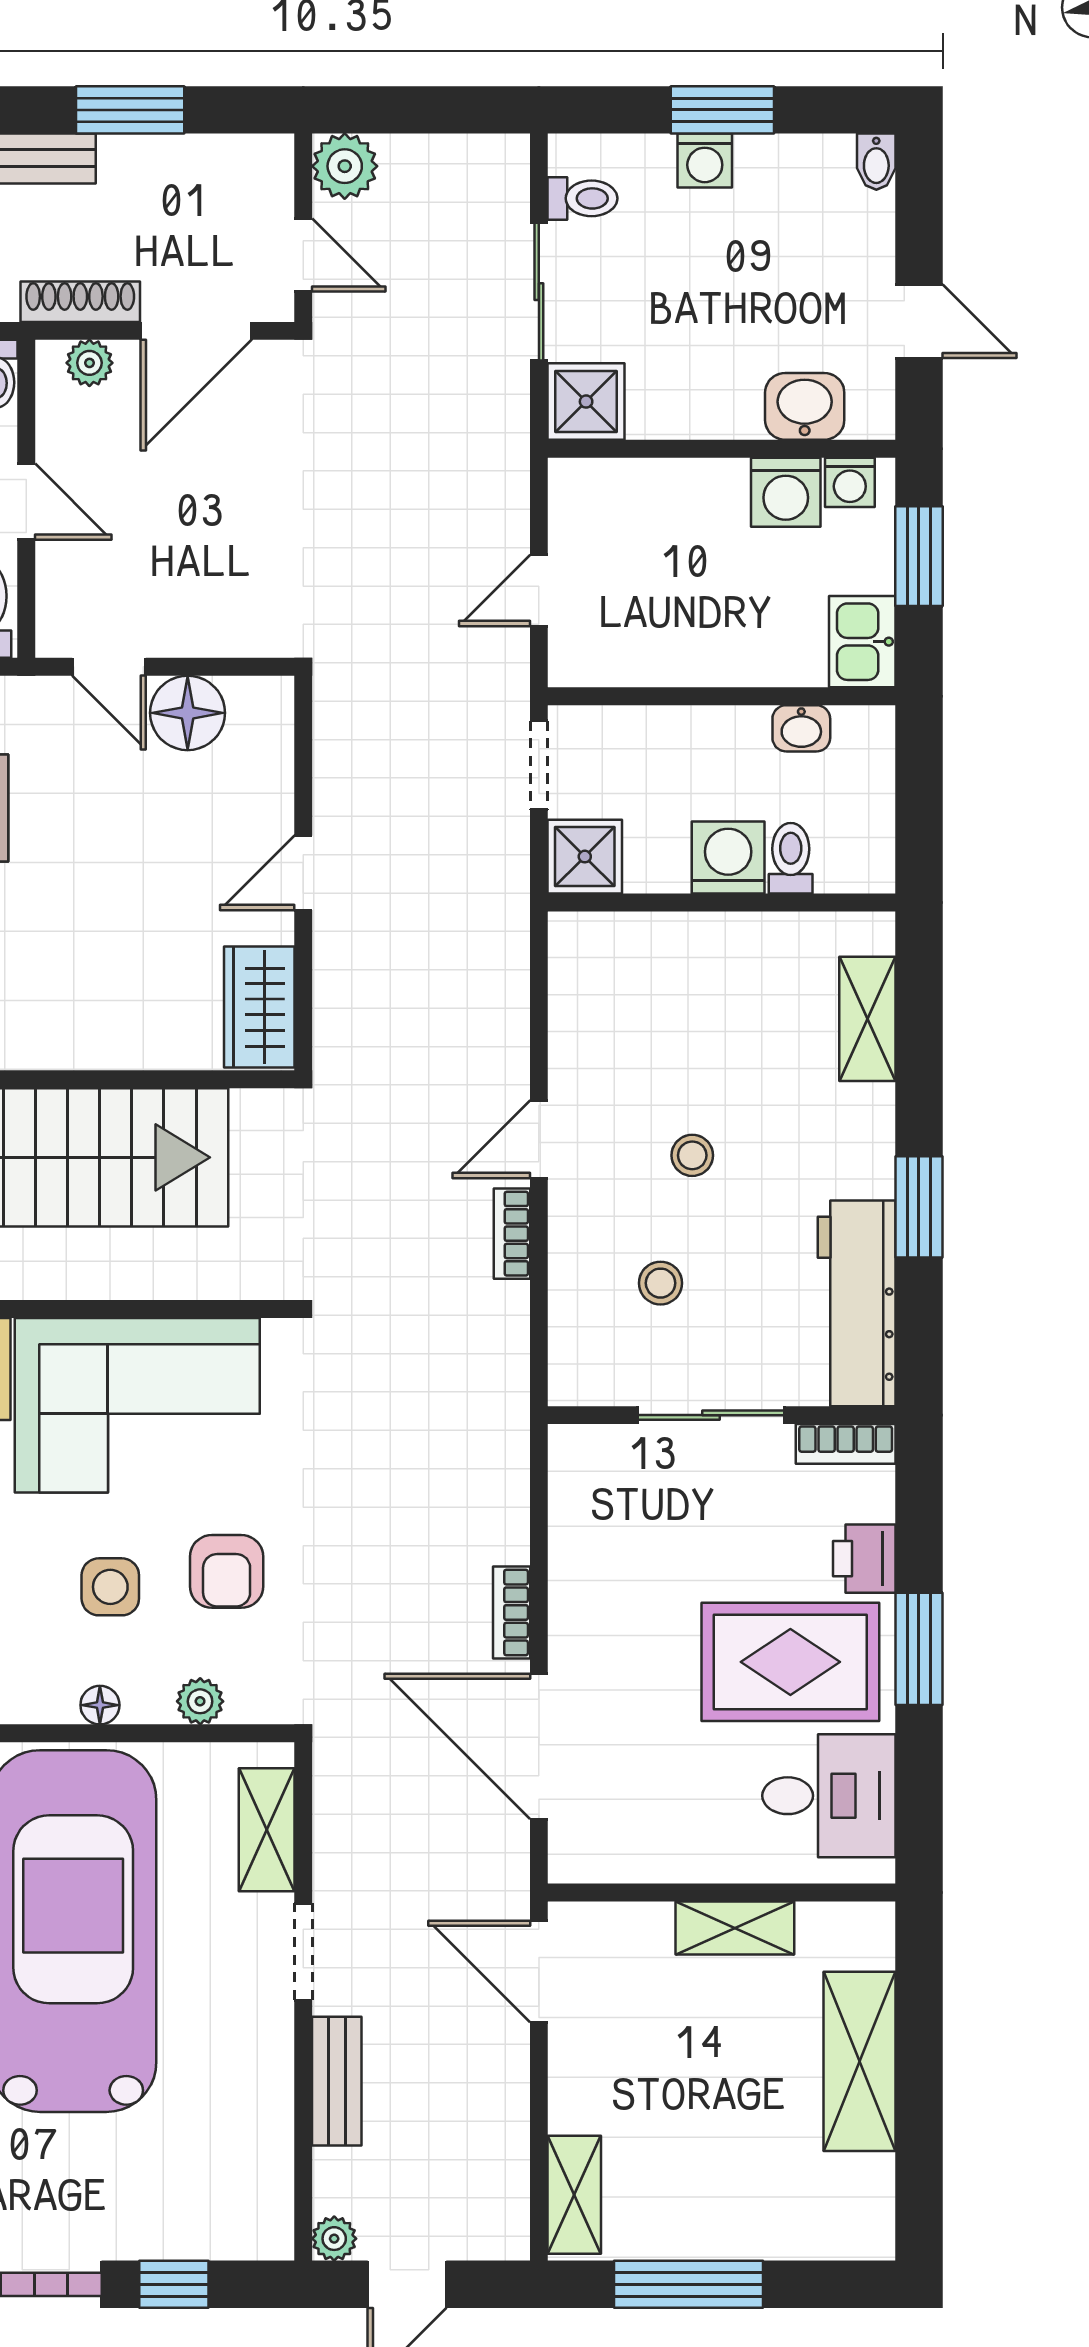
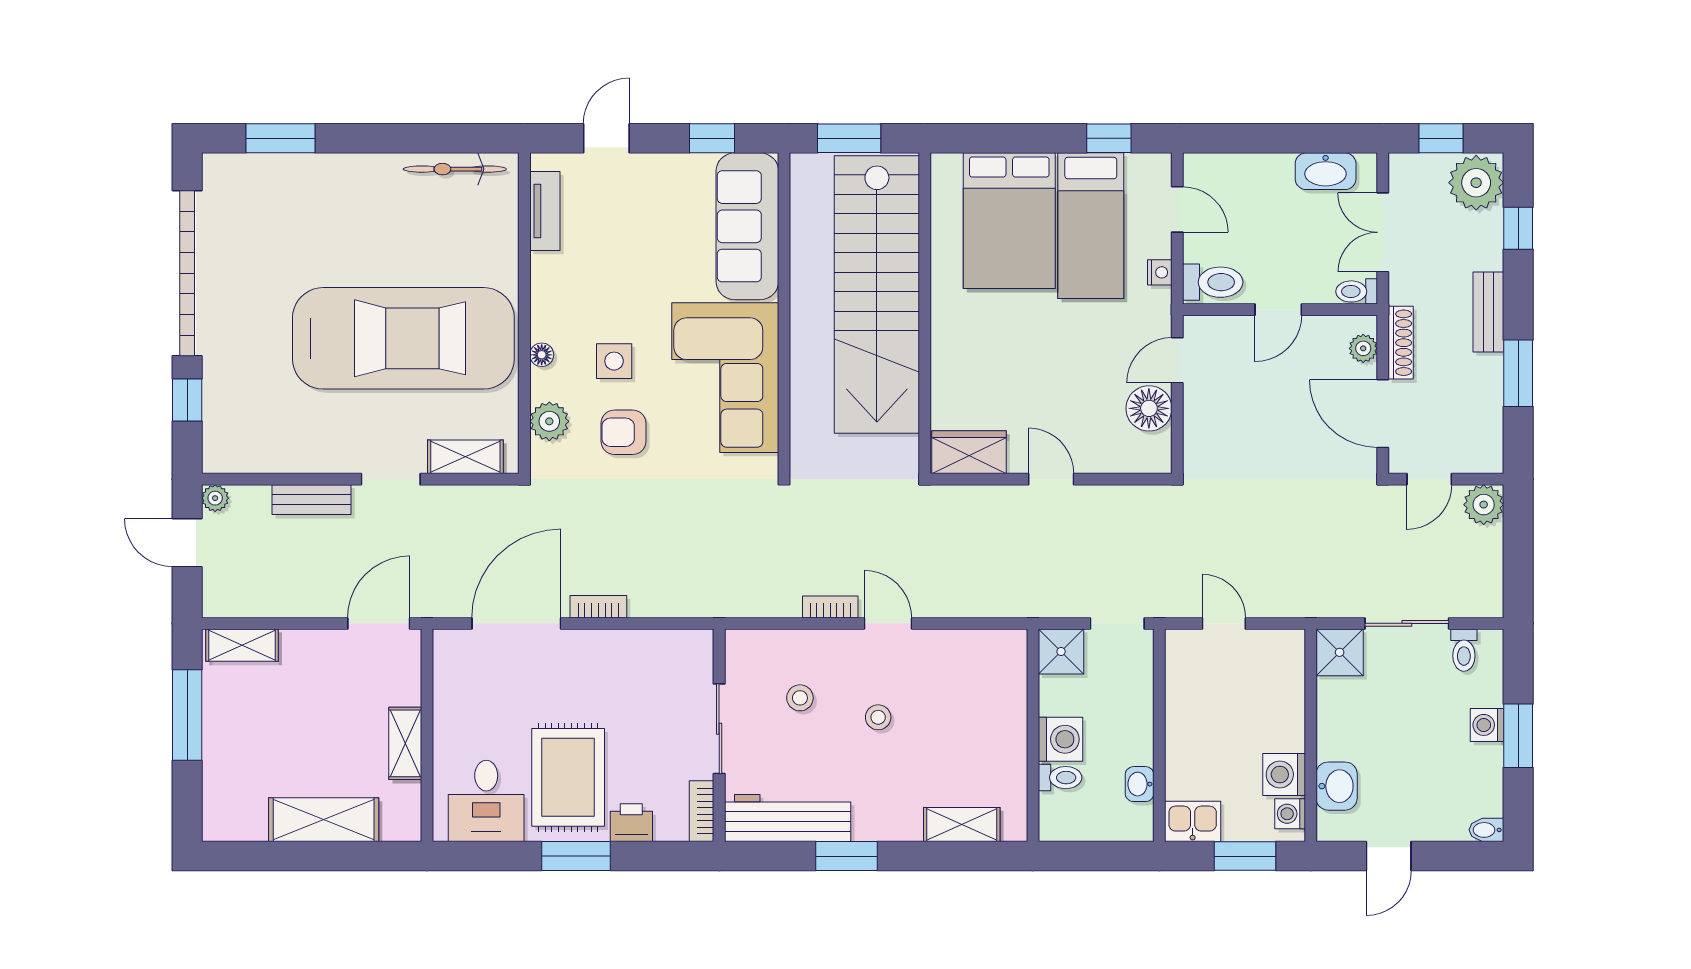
plant: (200, 1701) -> (549, 421), width x1.38, depth x1.38

